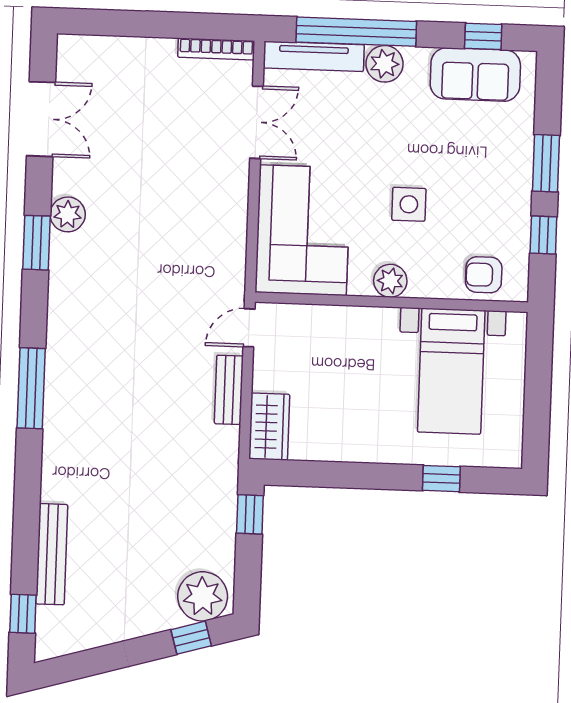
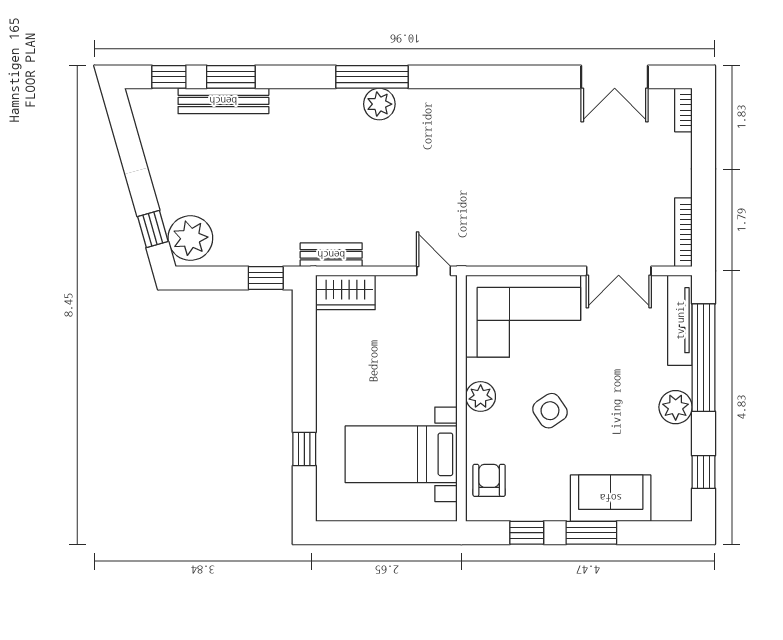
bookcase: (81, 44) -> (683, 110), added
plant: (385, 64) -> (676, 407), moved
sofa: (475, 75) -> (611, 498), moved, turned 90
side table: (409, 204) -> (550, 411), turned -34
plant: (68, 214) -> (379, 104), moved
window: (36, 243) -> (231, 77), moved
bench: (229, 390) -> (331, 255), moved

